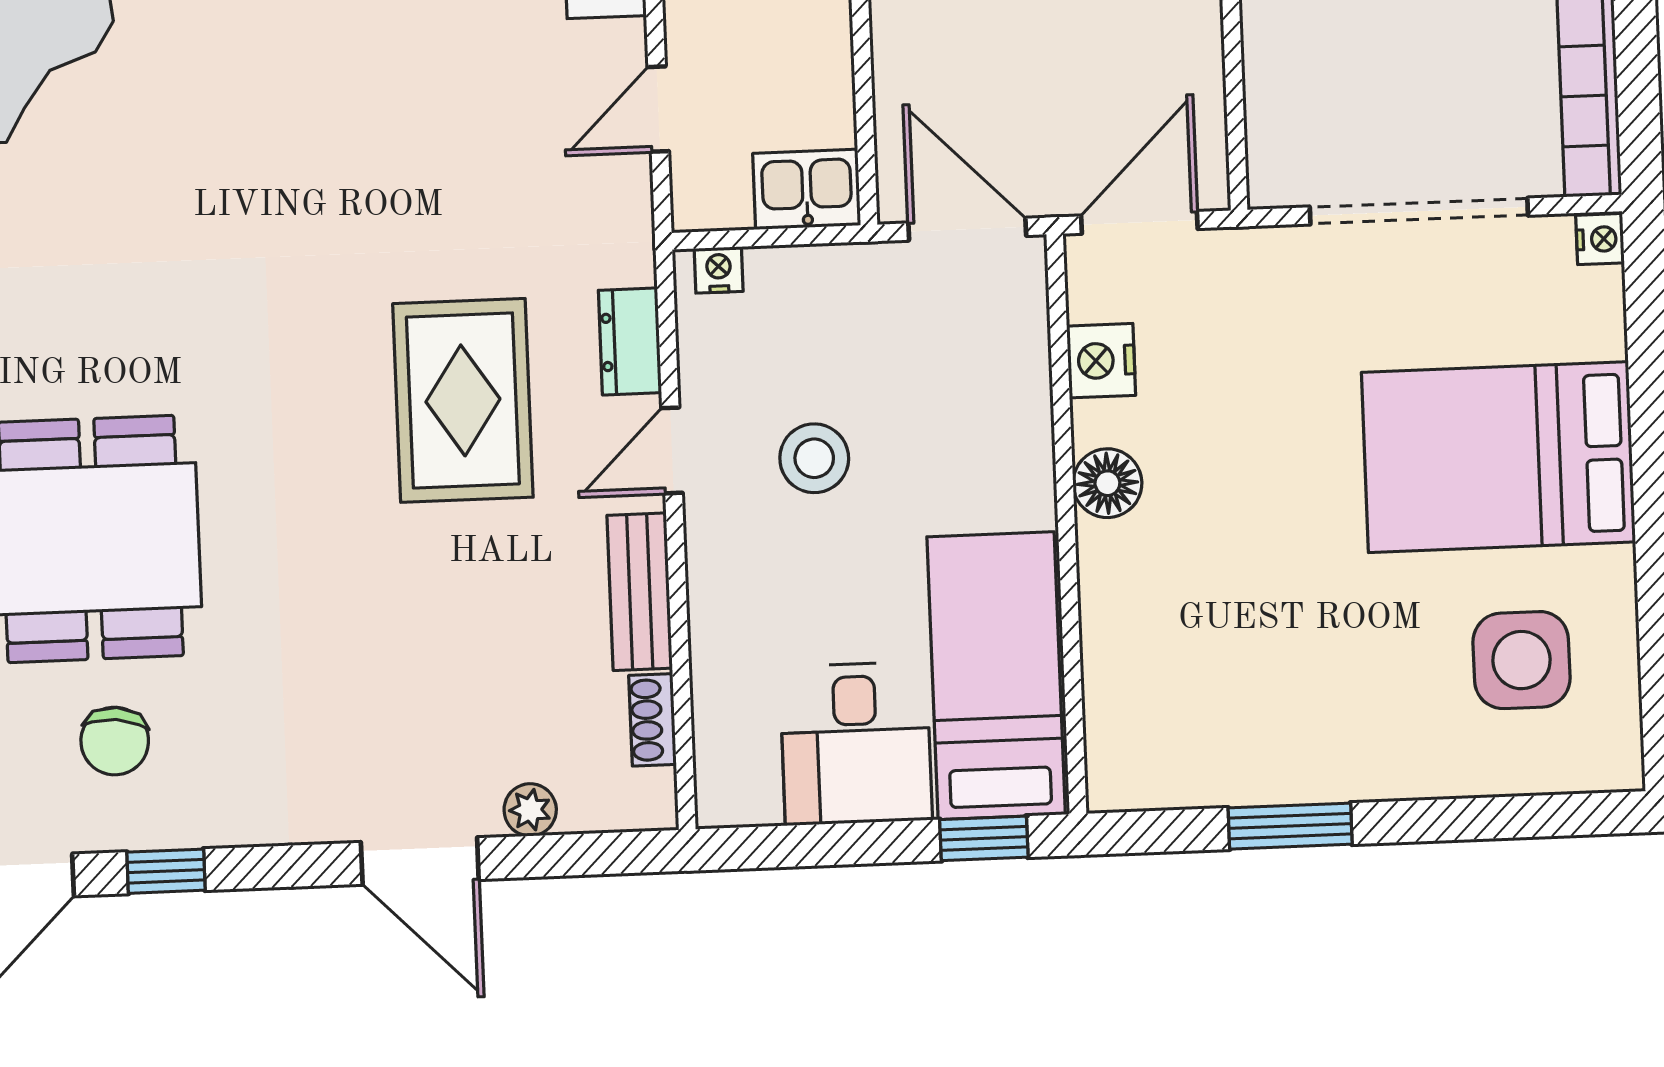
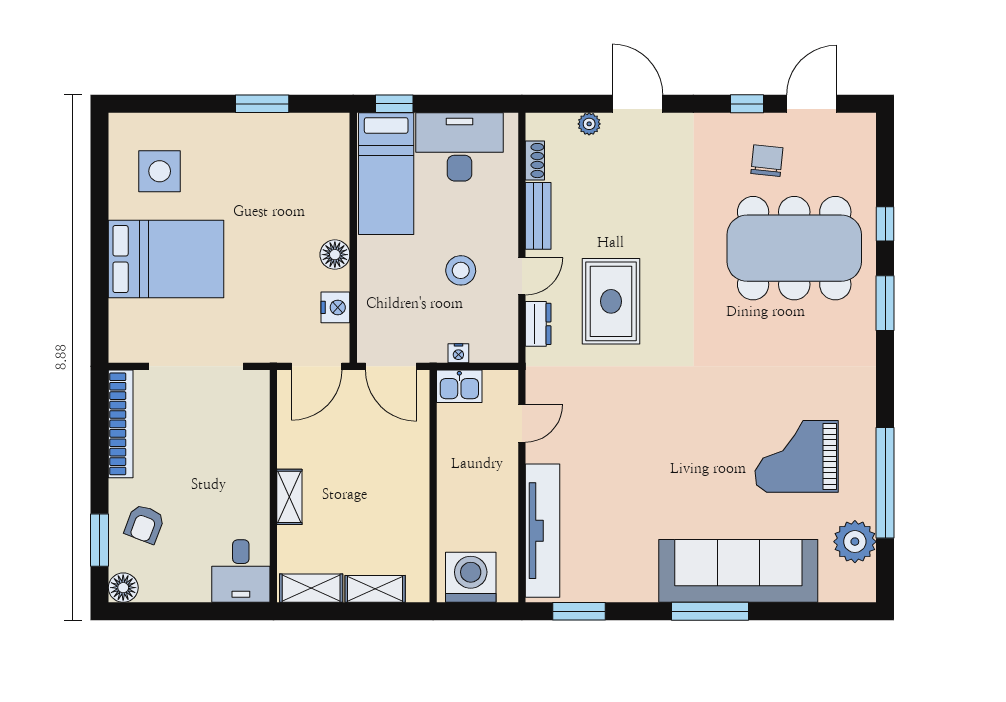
nightstand: (1600, 239) -> (118, 351), removed
nightstand: (719, 270) -> (458, 353), moved
desk: (856, 743) -> (460, 147), width x1.37

